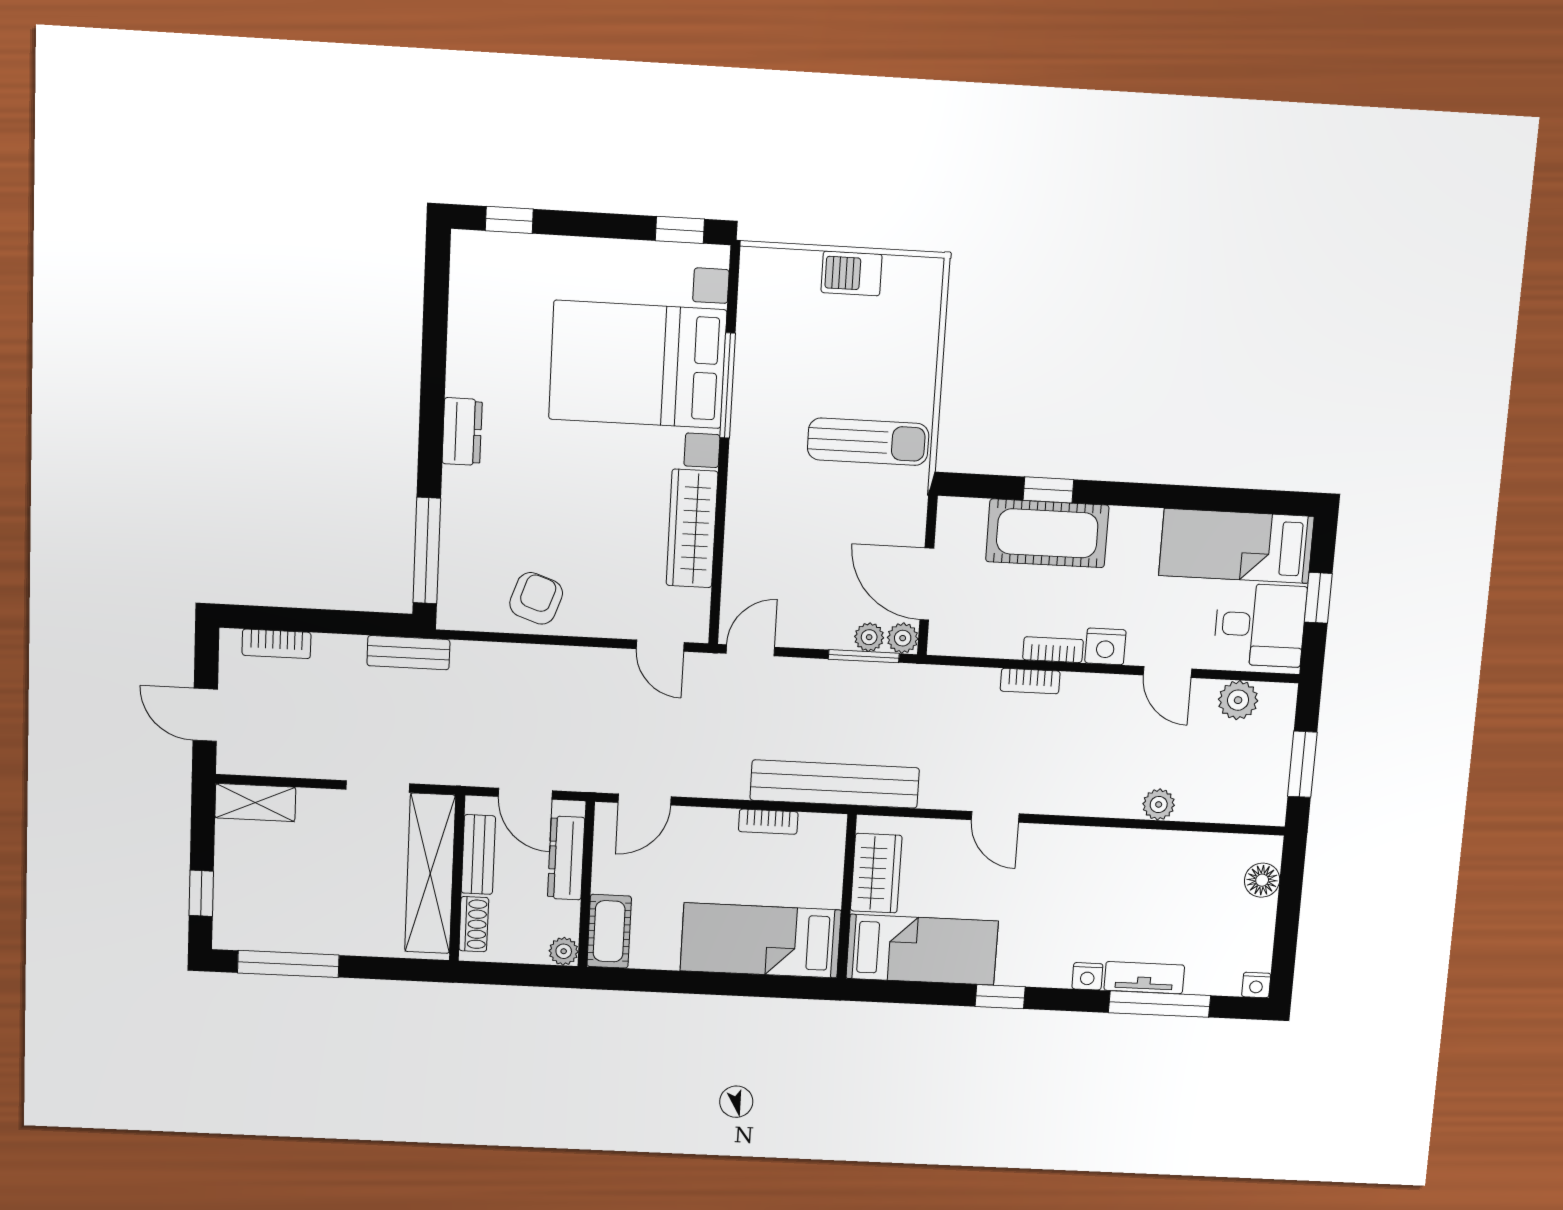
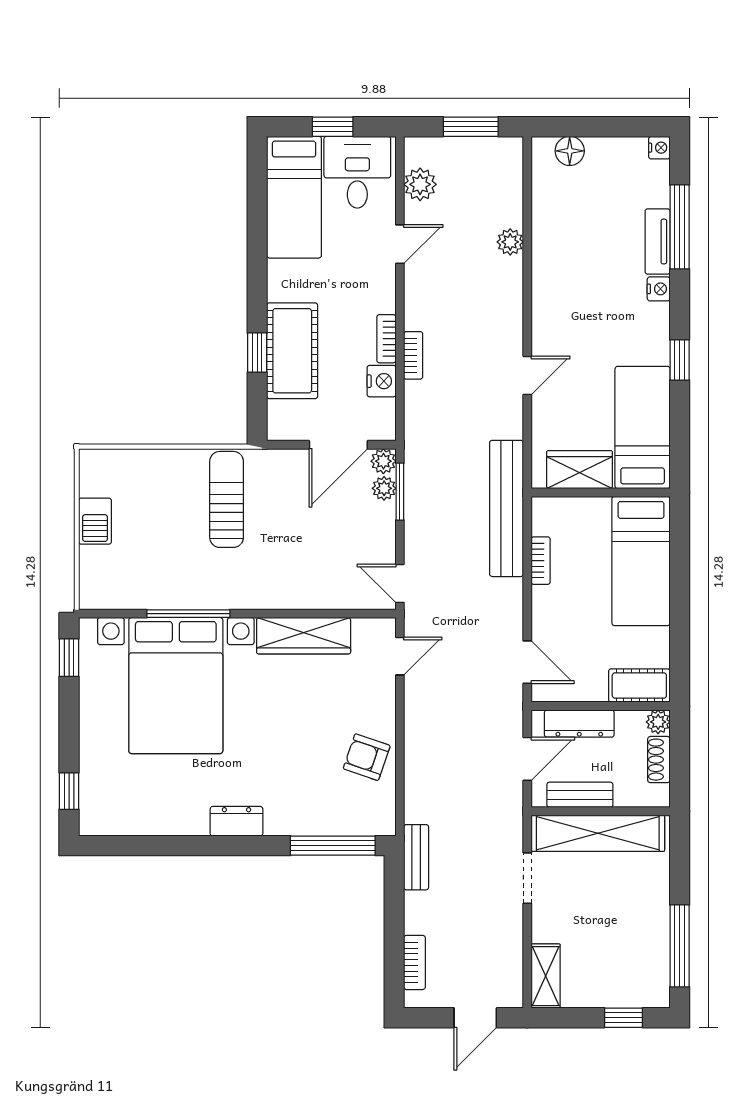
nightstand: (1105, 646) -> (382, 381), moved
shoe rack: (474, 924) -> (659, 760), moved, turned -90

